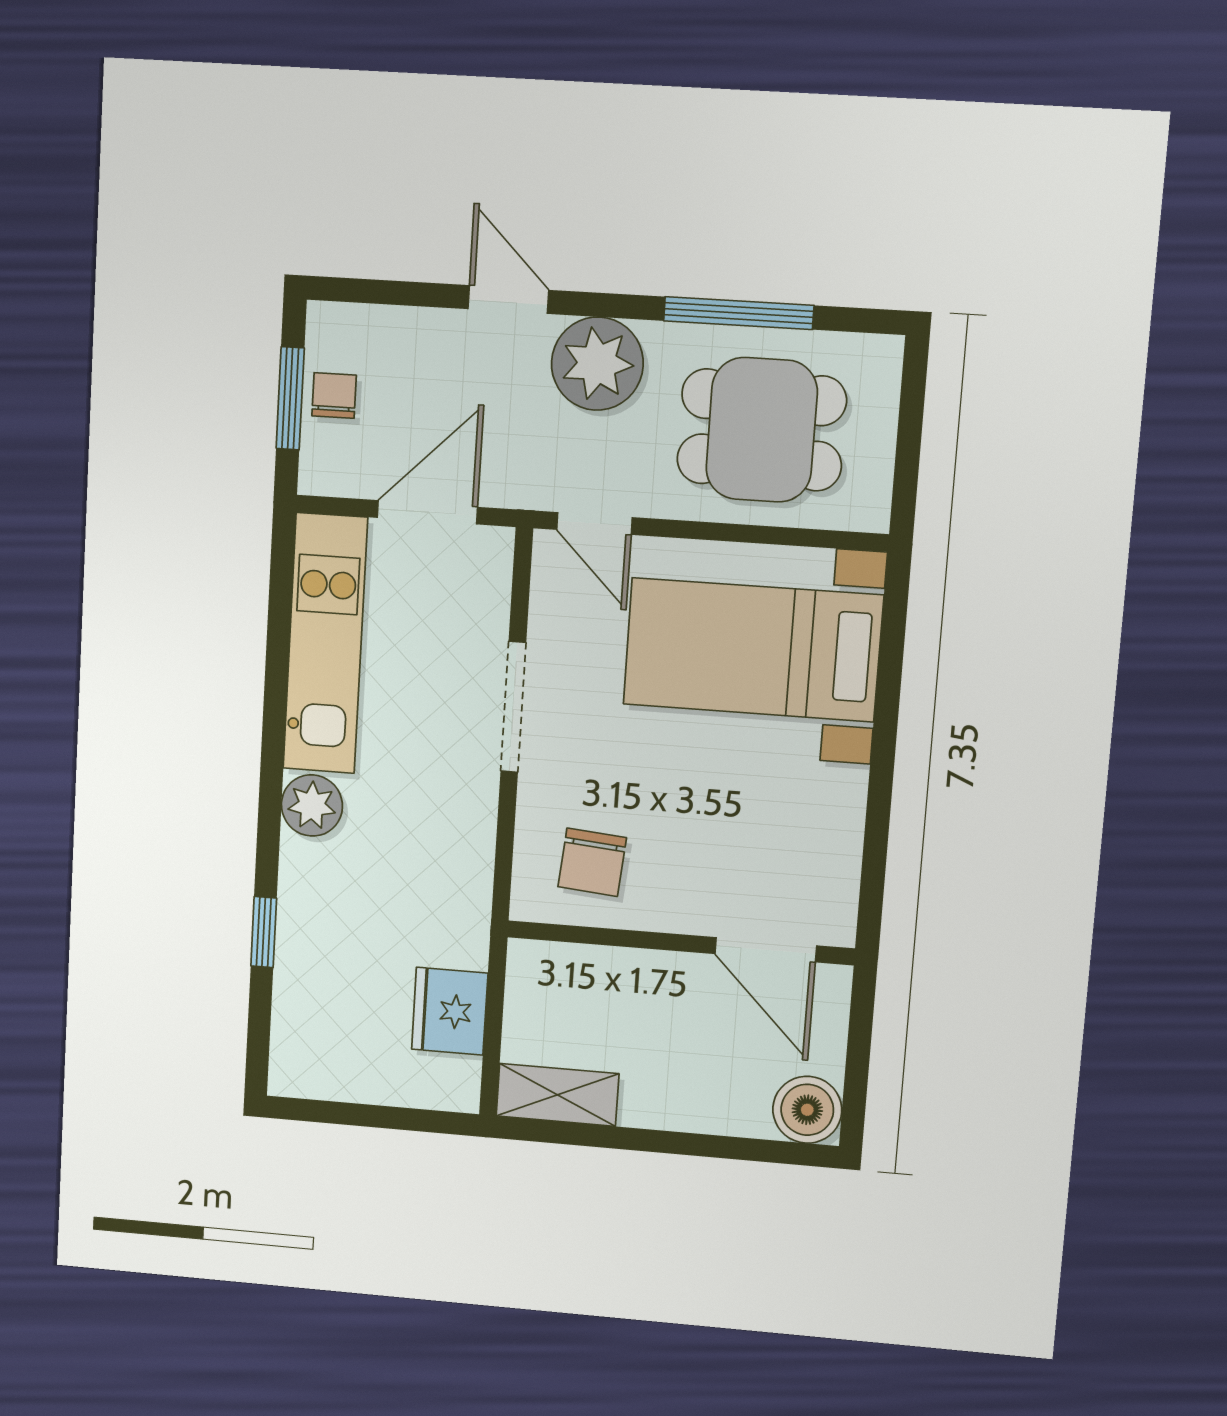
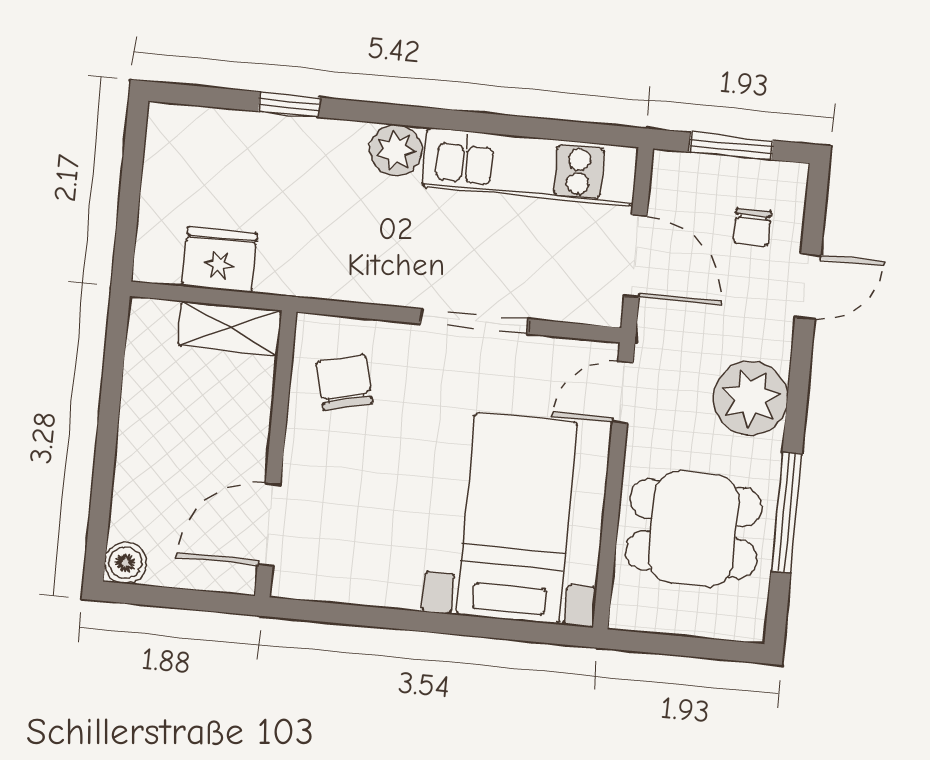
door: (508, 299) -> (808, 286), moved
chair: (334, 396) -> (752, 227), moved, turned 90
dining table: (762, 430) -> (694, 529), turned 90
chair: (592, 862) -> (344, 383), turned 71
shelving: (557, 1095) -> (230, 328), moved, turned 90
boiler: (807, 1110) -> (125, 563), width x0.73, depth x0.73

